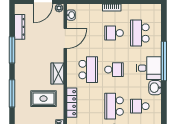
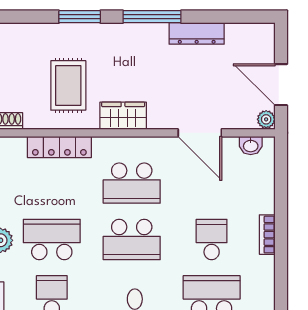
dresser: (20, 27) -> (197, 33), moved
window: (12, 50) -> (152, 17), moved
school desk: (114, 70) -> (132, 239), width x1.85
window: (12, 93) -> (80, 17), width x0.69

